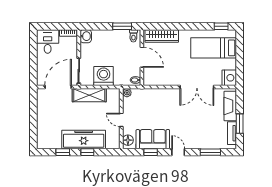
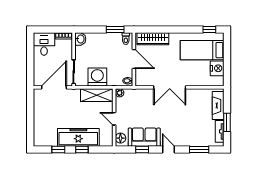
nightstand: (229, 78) -> (217, 68), moved
double door: (197, 87) -> (170, 87), moved
shelving: (89, 95) -> (97, 95), moved

